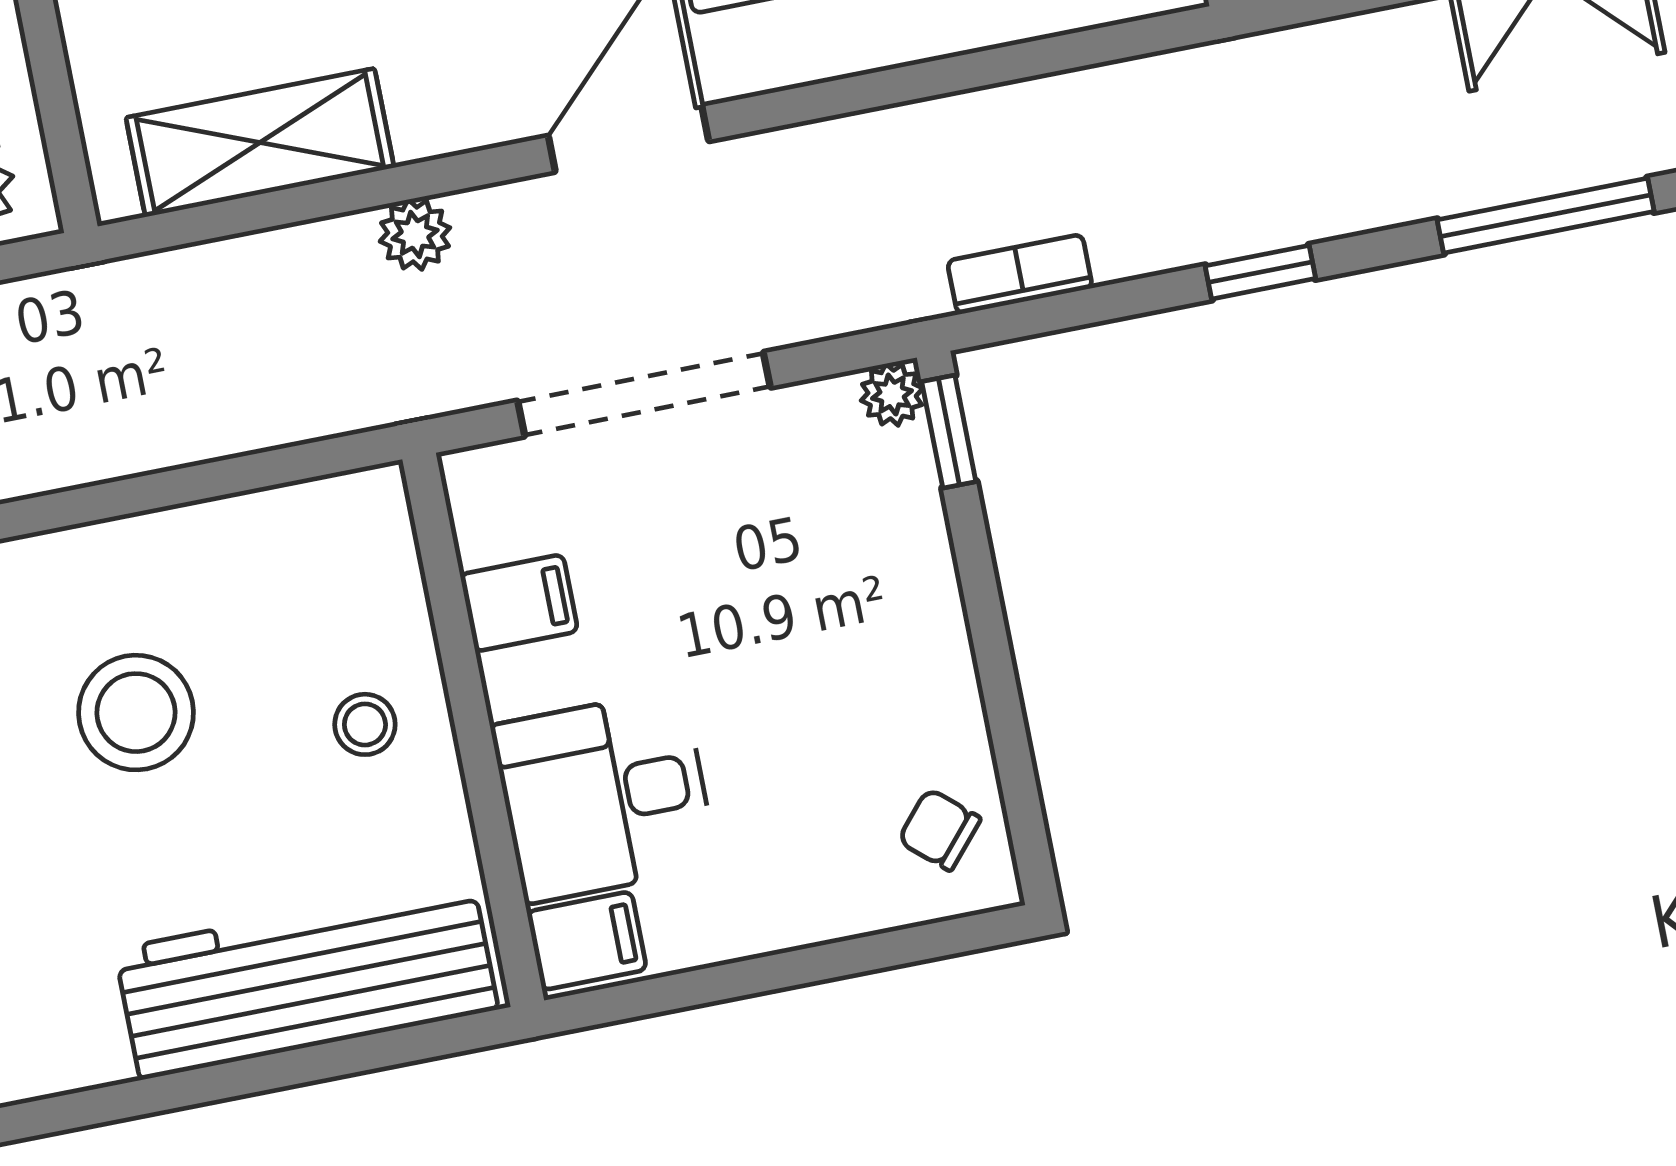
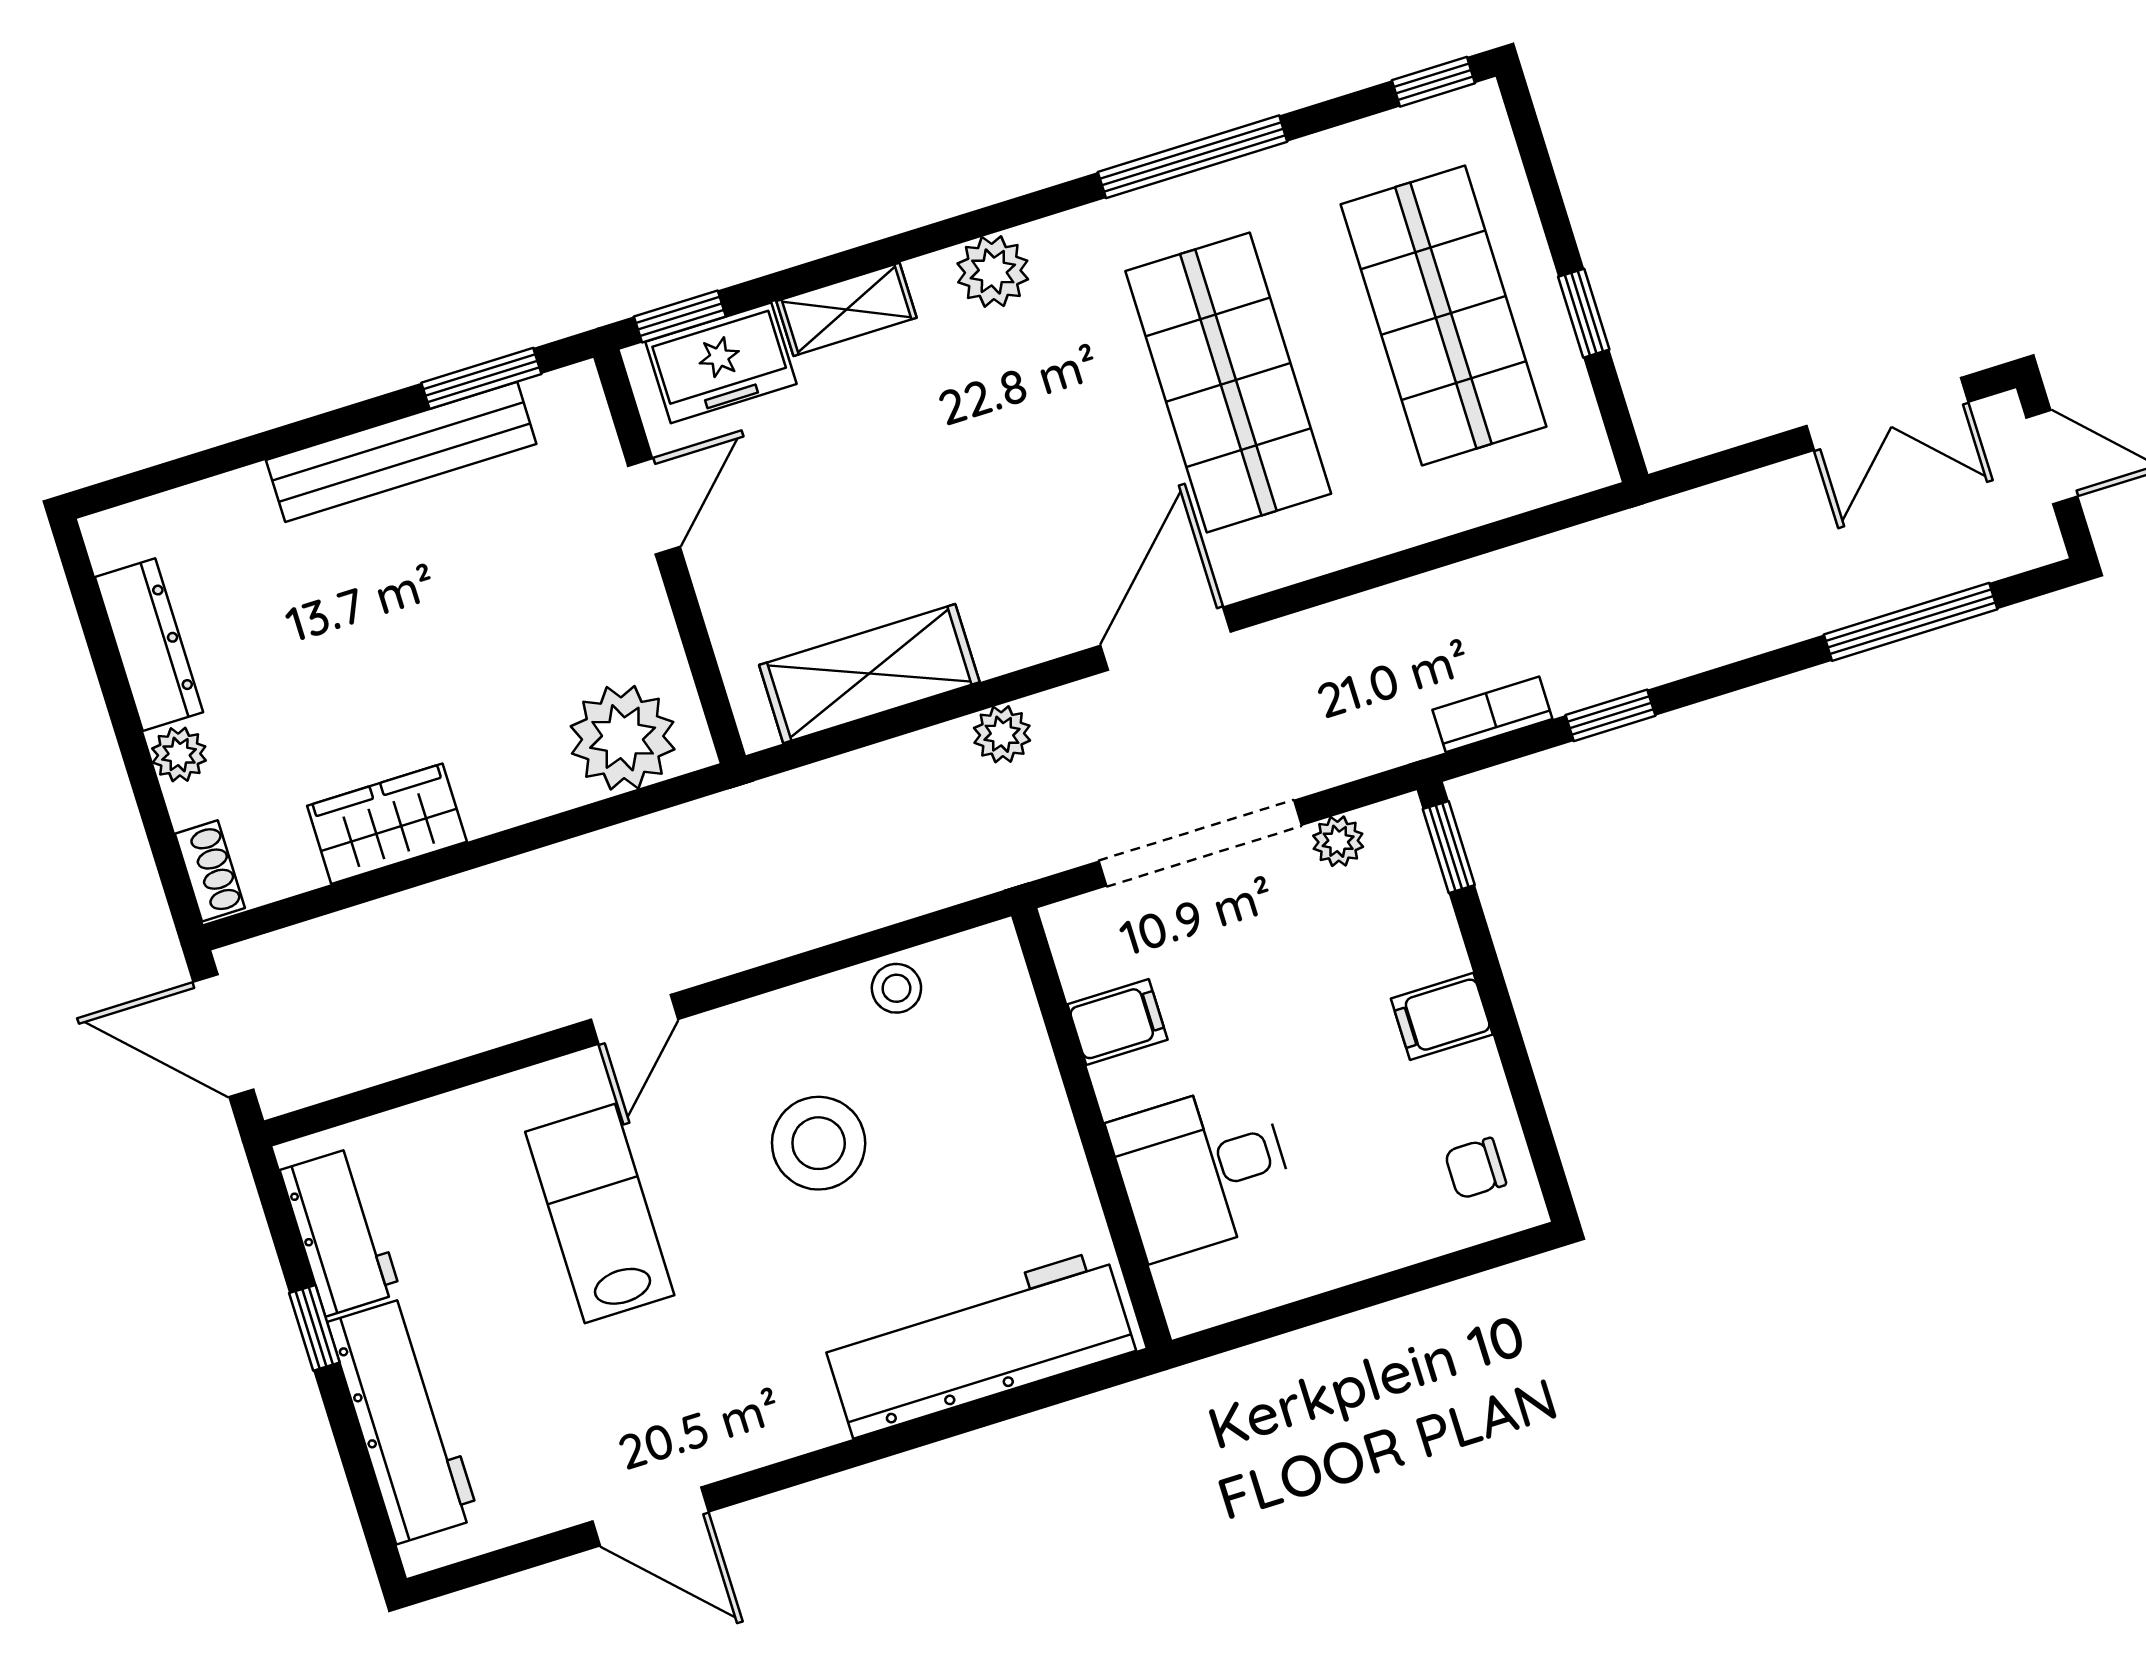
window: (1260, 272) -> (1610, 715), moved
plant: (892, 394) -> (1338, 841), moved
stool: (365, 724) -> (896, 988), moved
chair: (939, 830) -> (1475, 1168), turned -41
filing cabinet: (587, 941) -> (1442, 1016), moved, turned 180

